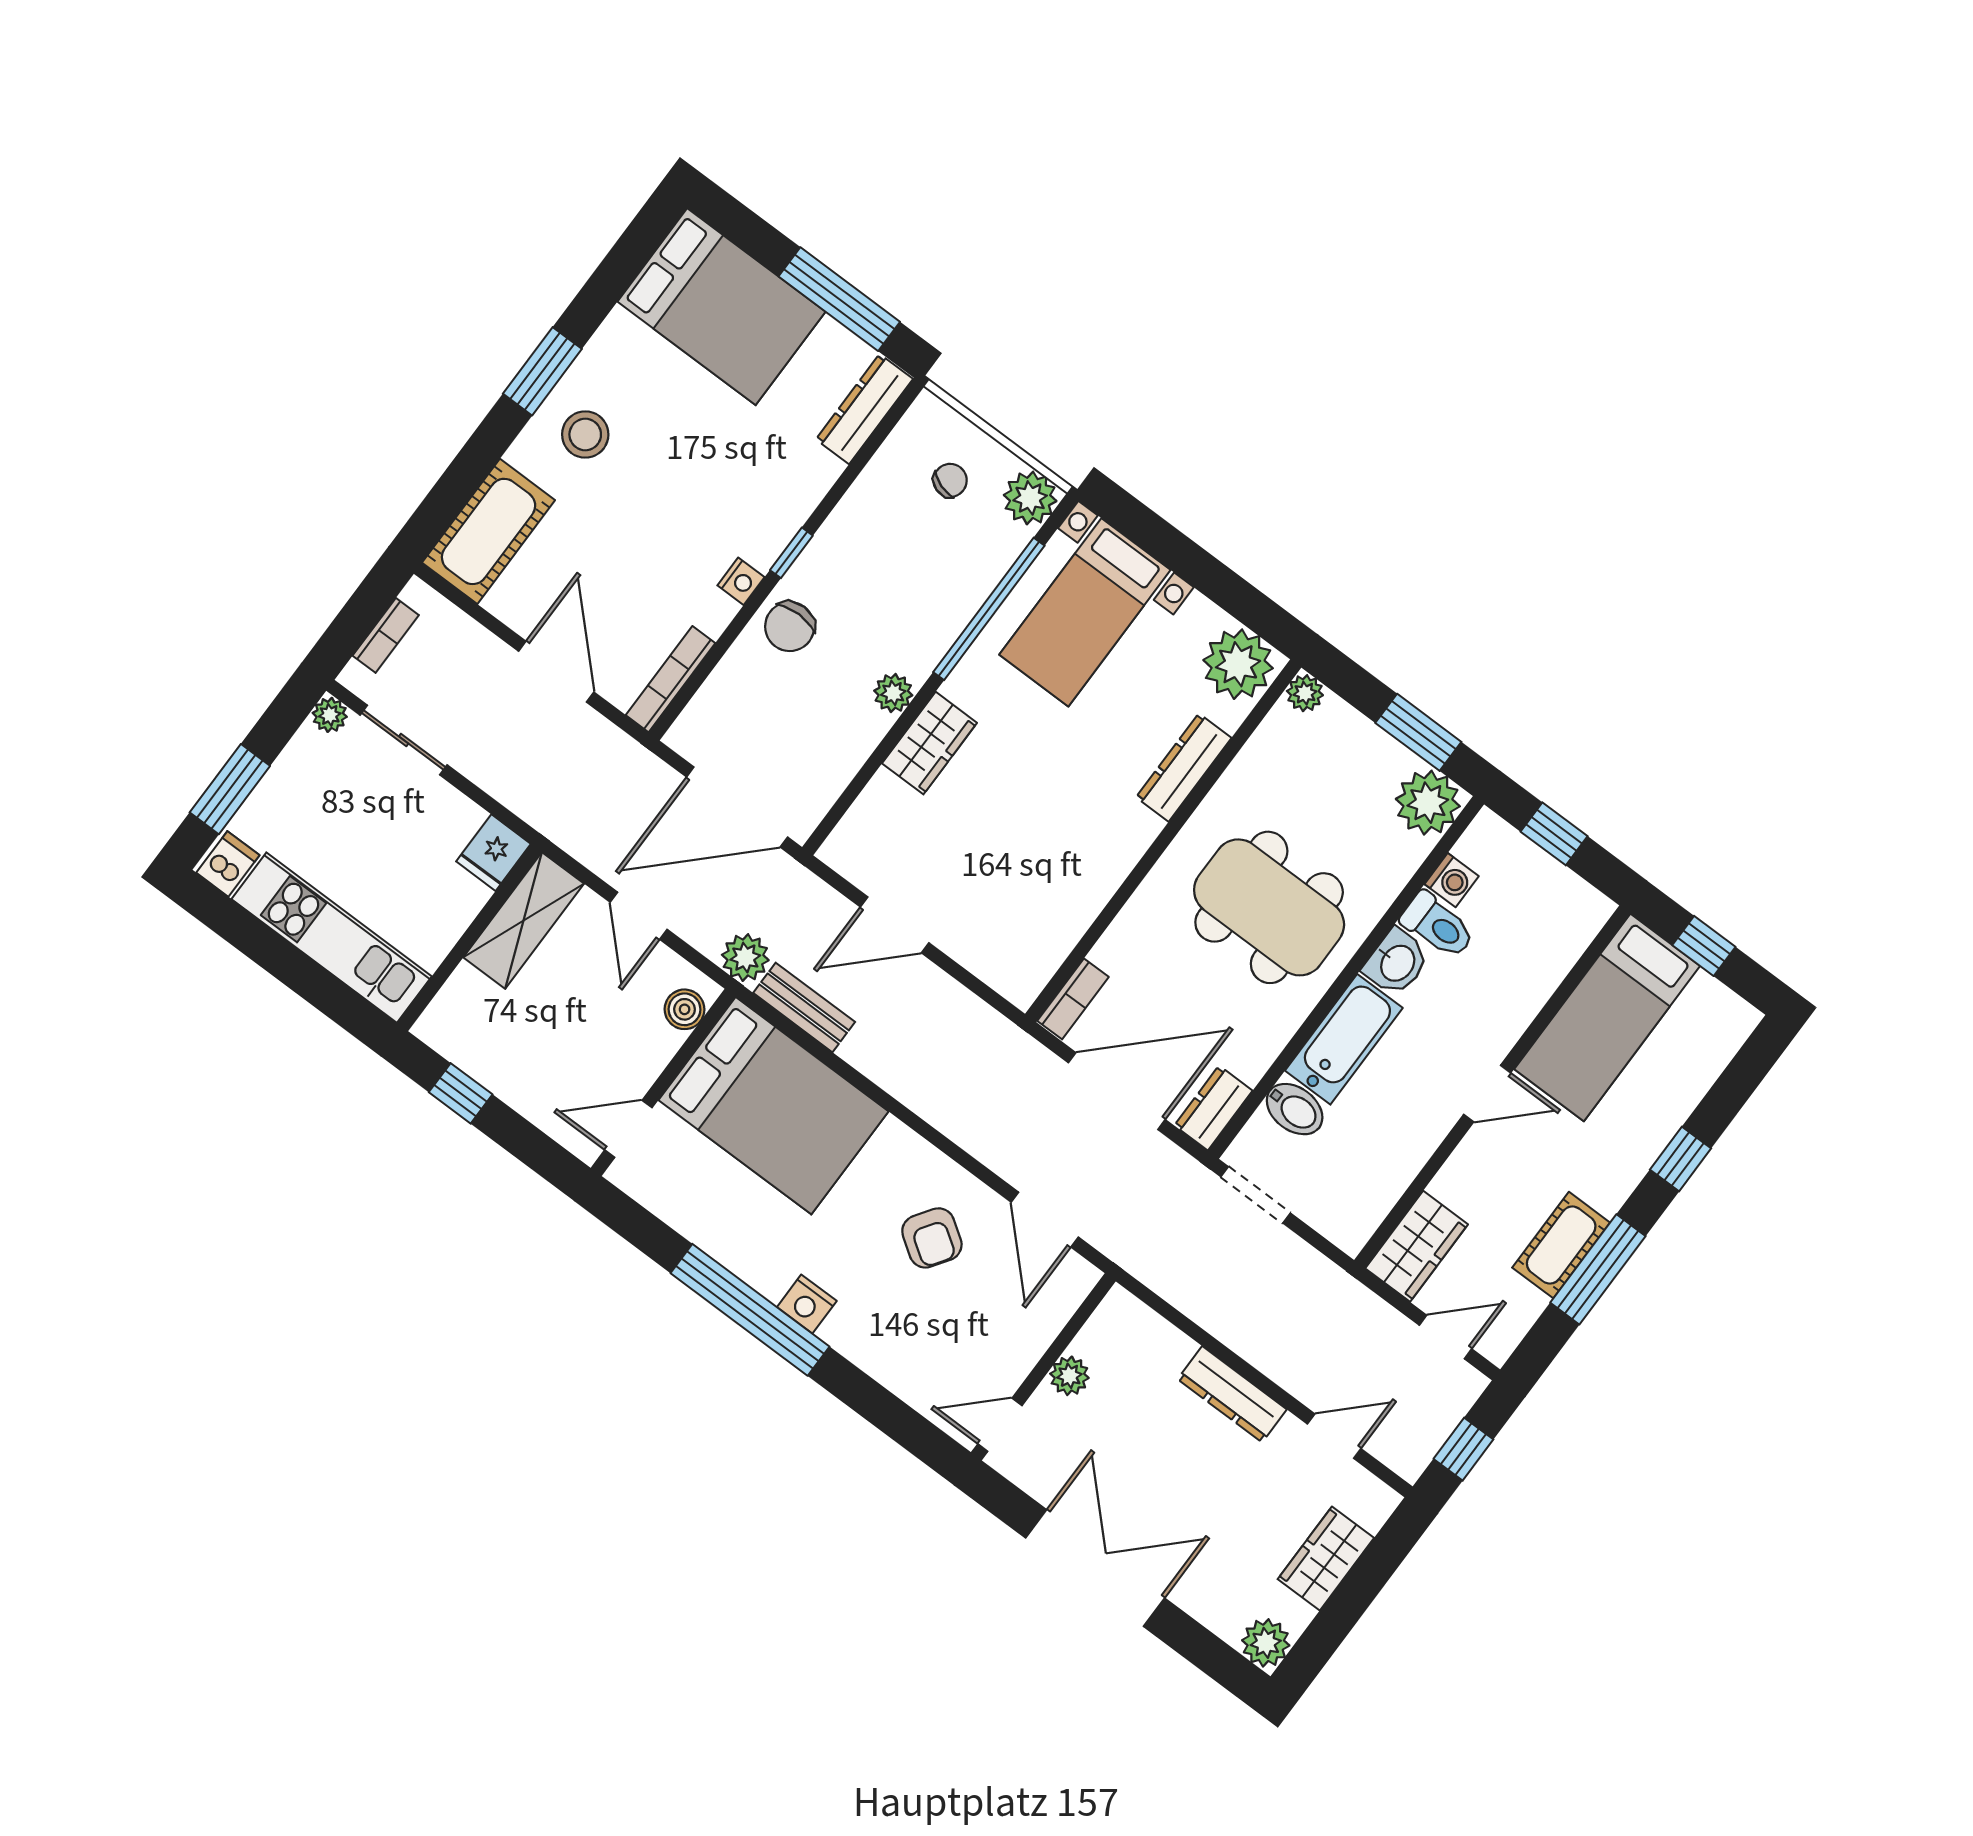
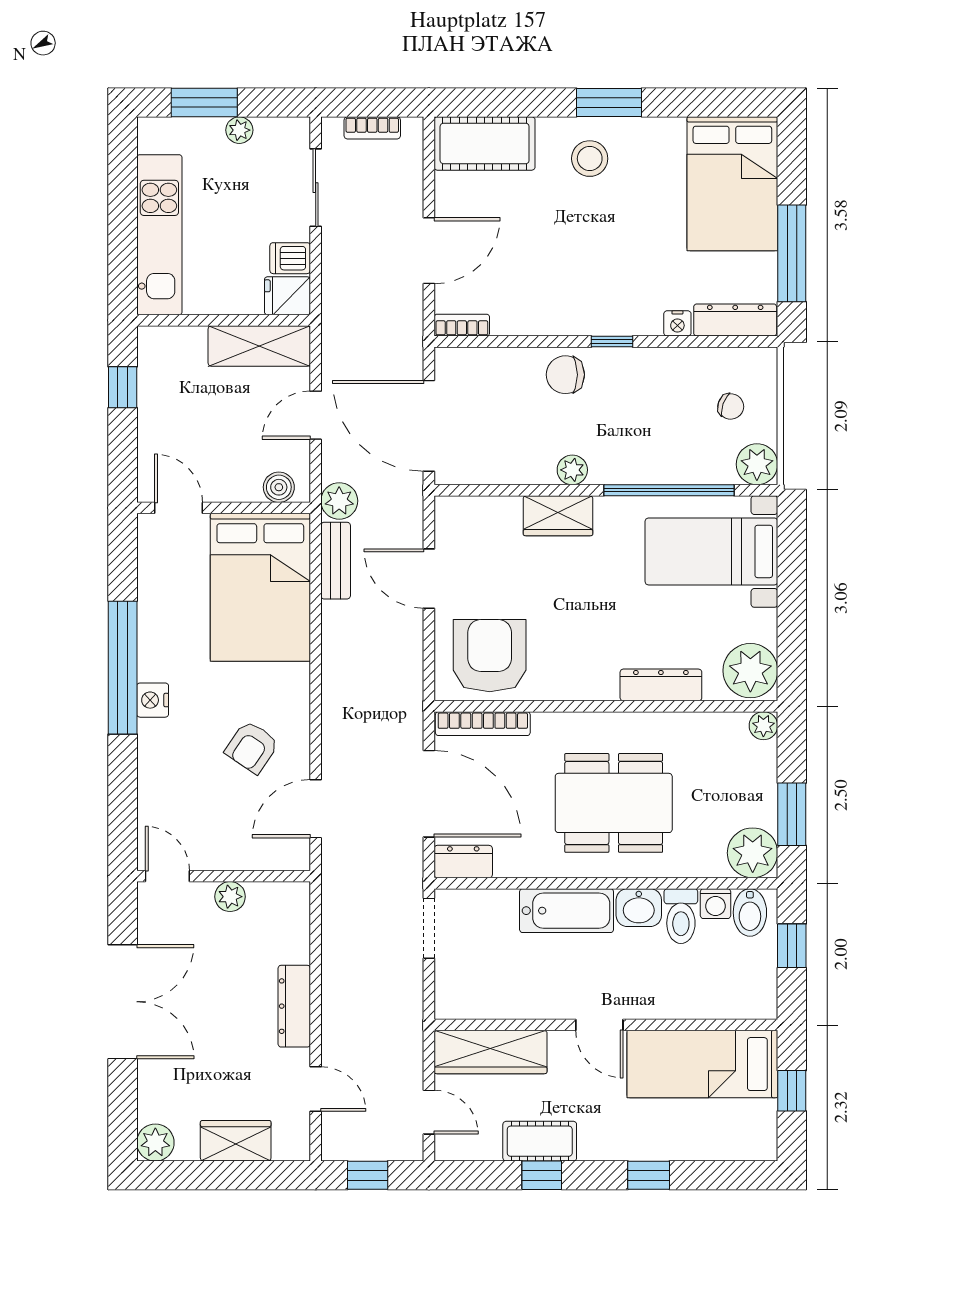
nightstand: (741, 581) -> (677, 323), moved
bookcase: (671, 679) -> (462, 325), width x0.64
plant: (330, 715) -> (239, 130), moved
dishwasher: (228, 864) -> (290, 258), moved, turned 180
dining table: (1269, 907) -> (614, 803), turned 90
armchair: (1021, 922) -> (490, 656), added
bookcase: (1073, 999) -> (483, 724), width x1.56
bidet: (1295, 1109) -> (750, 912), moved
wardrobe: (1417, 1246) -> (491, 1052), width x1.50
window: (1598, 1269) -> (542, 1175), width x0.46

